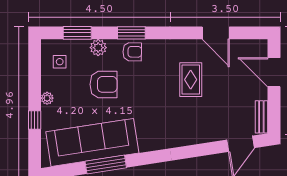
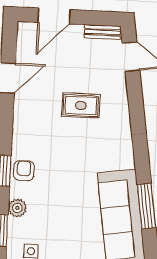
rug: (191, 80) -> (81, 105), moved
armchair: (104, 84) -> (58, 204), removed

